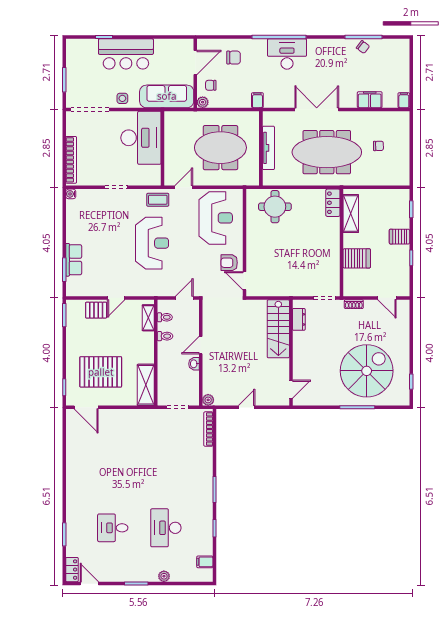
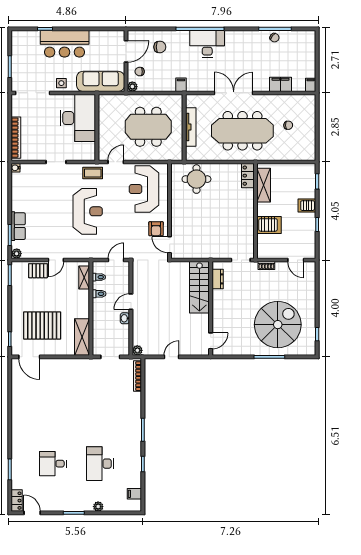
reception desk: (216, 218) -> (144, 189), turned 180
armchair: (229, 263) -> (156, 229), turned -90
plant: (72, 291) -> (17, 254), added

